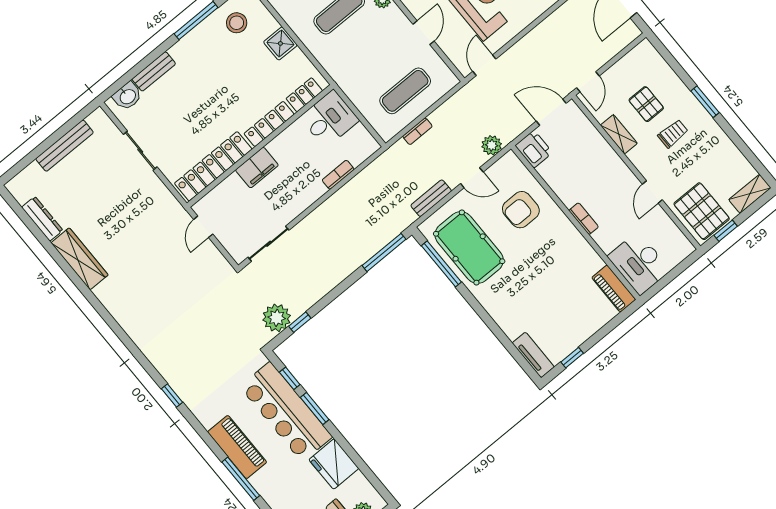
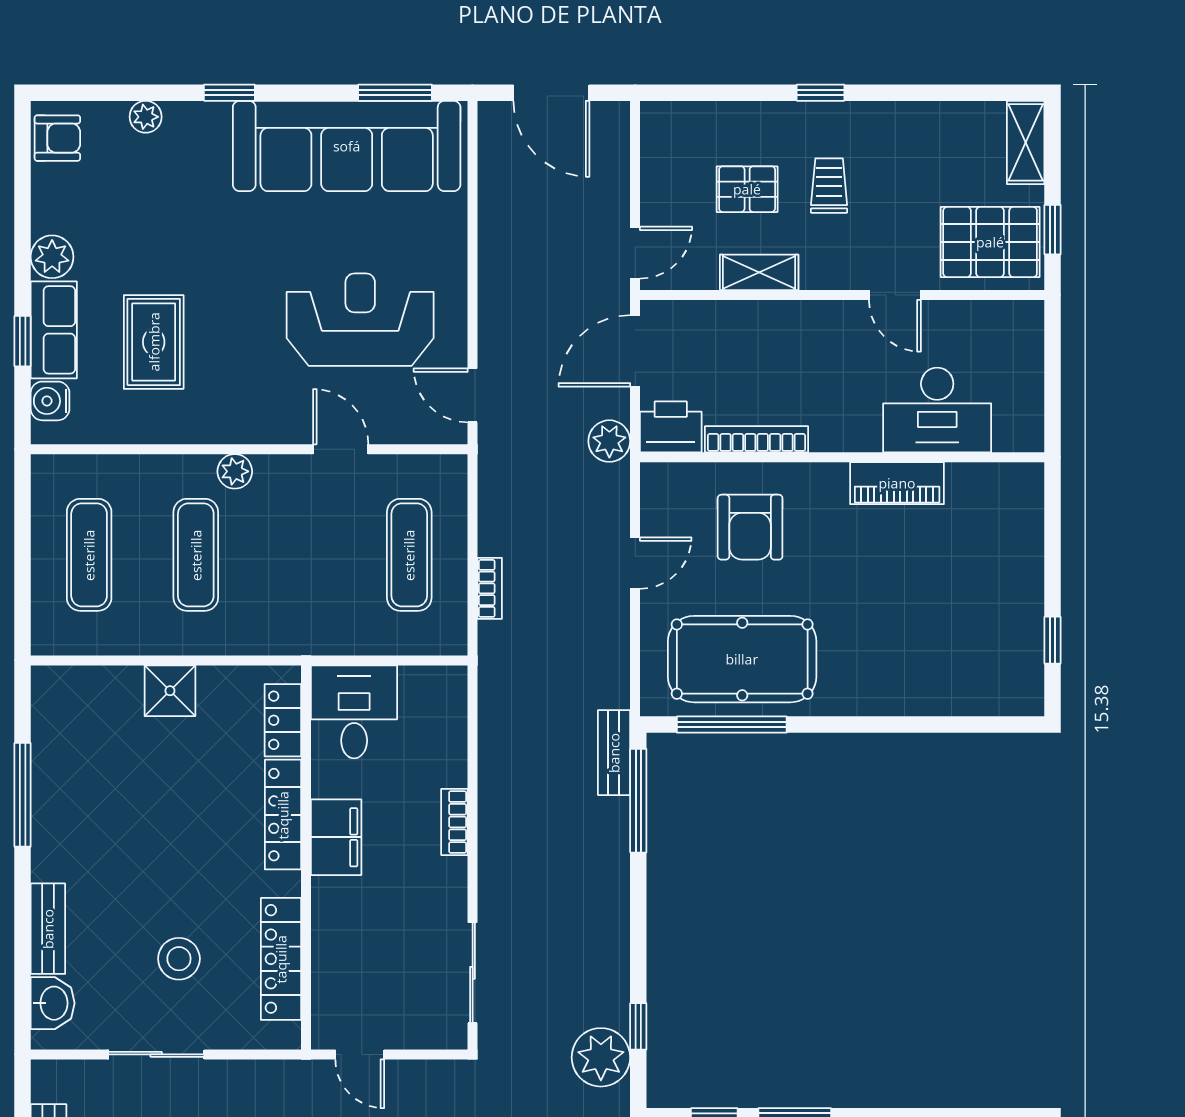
stool: (237, 23) -> (179, 959), moved
door: (588, 82) -> (635, 253), hinge flipped
window: (705, 102) -> (821, 93), width x0.67
plant: (492, 145) -> (609, 441), moved
locker: (213, 166) -> (281, 959), width x0.71, depth x0.83
filing cabinet: (257, 168) -> (336, 837), moved
bookcase: (338, 175) -> (454, 822), moved
bench: (431, 198) -> (614, 753), moved
bookcase: (584, 219) -> (756, 439), moved, width x1.56
desk: (639, 263) -> (937, 410), moved
piano: (614, 289) -> (897, 483), moved
tv unit: (533, 355) -> (997, 698), removed

